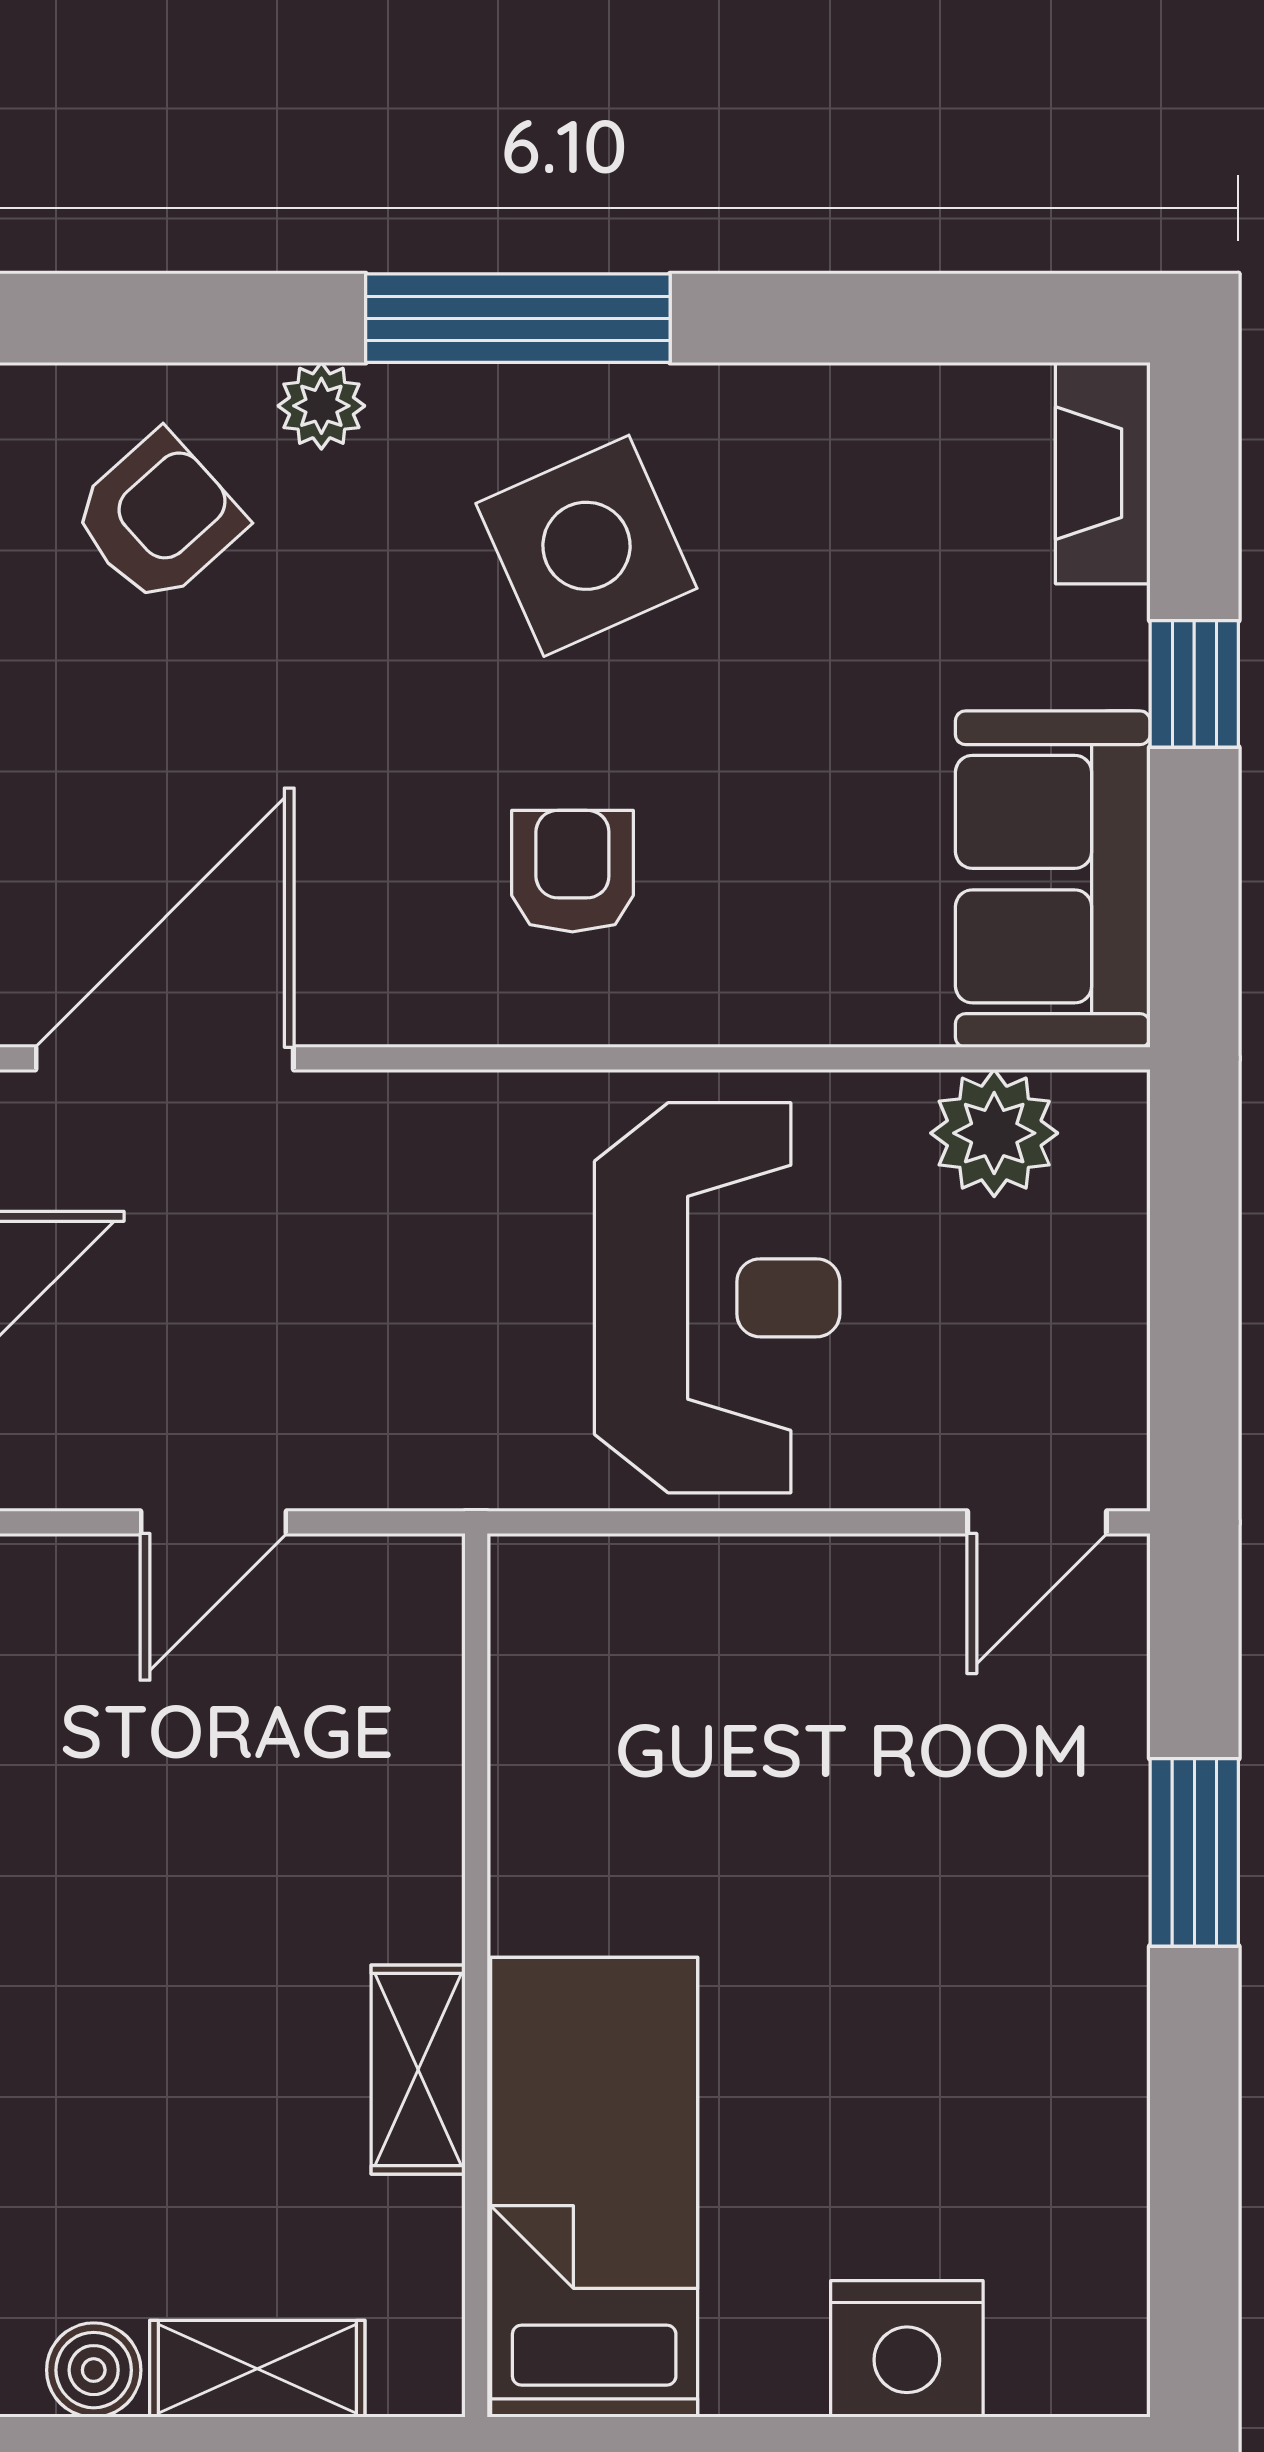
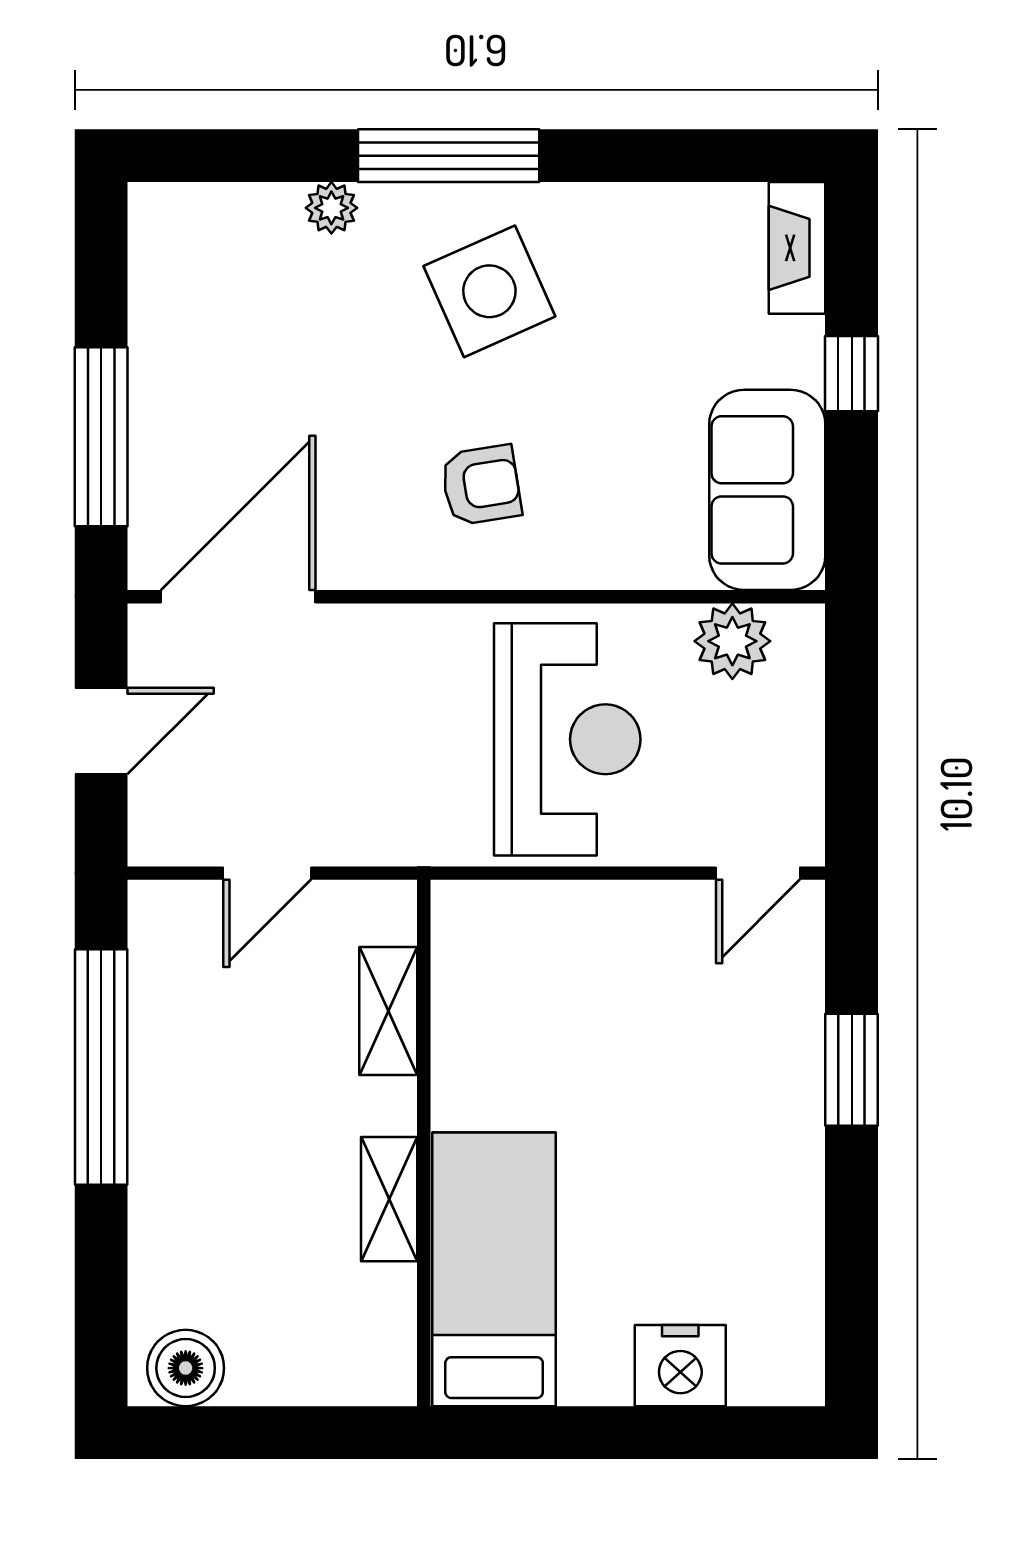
armchair: (158, 518) -> (234, 275), removed
armchair: (572, 871) -> (481, 485), turned 81
shelving: (257, 2369) -> (388, 1011), moved, turned 90
boiler: (94, 2370) -> (186, 1368), width x1.36, depth x1.36

